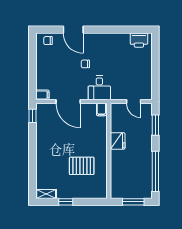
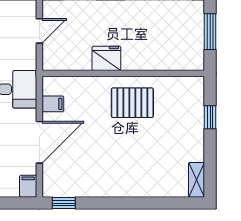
filing cabinet: (101, 109) -> (53, 104), moved
pallet: (82, 166) -> (132, 103), moved, turned 90
window: (66, 202) -> (210, 117), moved

